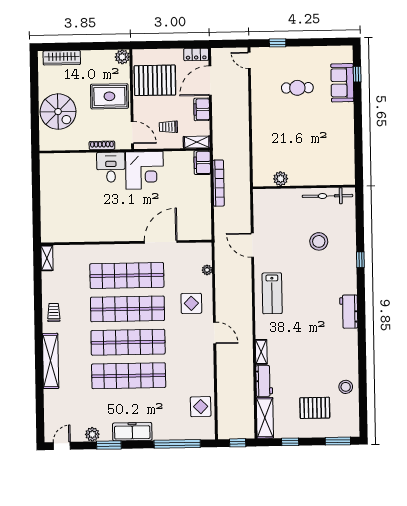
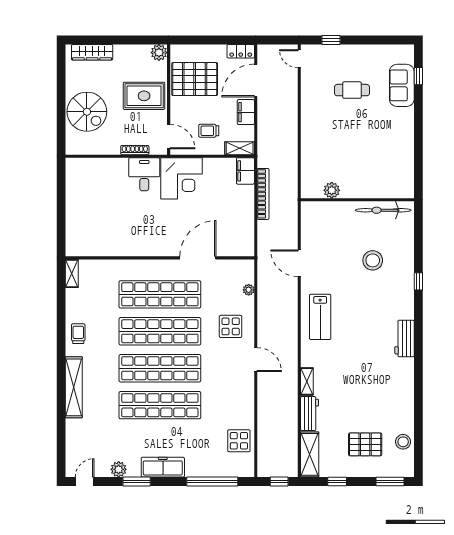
stool: (346, 387) -> (403, 442), moved

